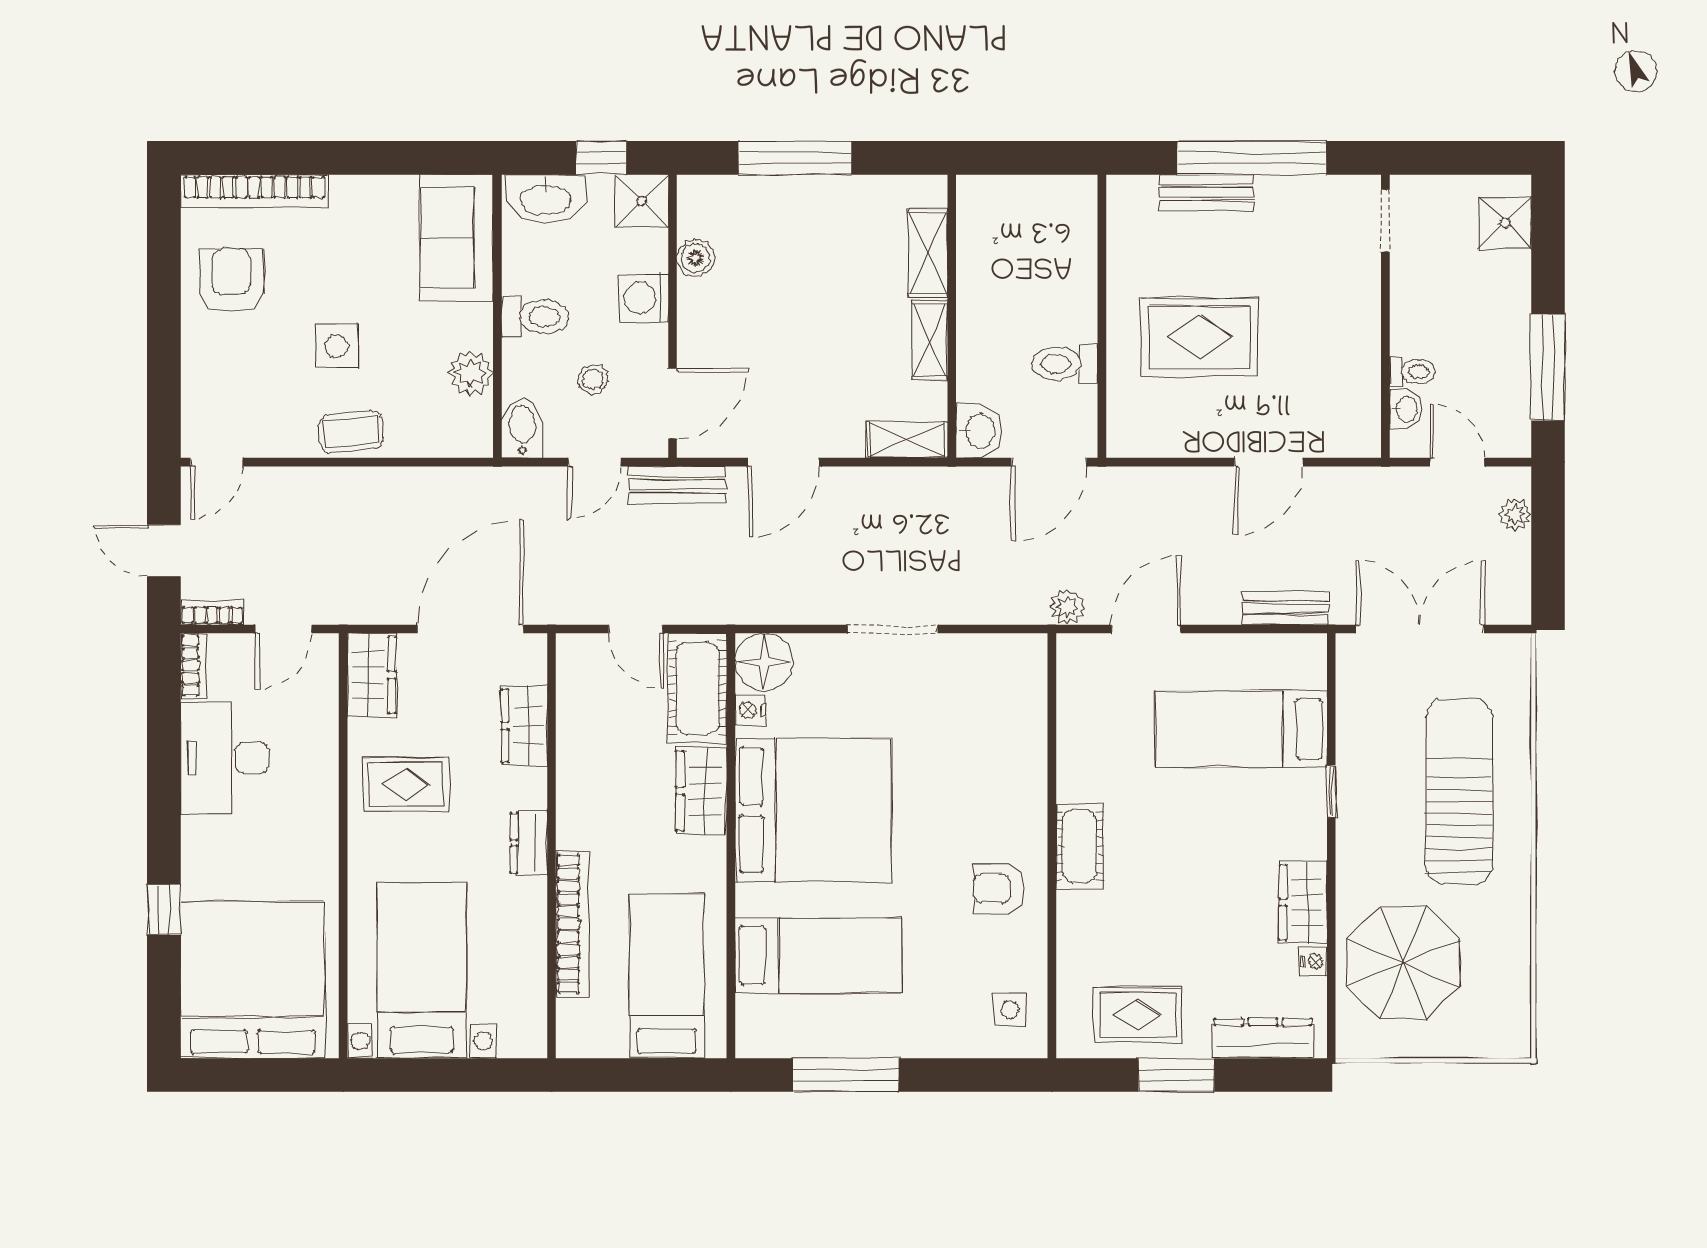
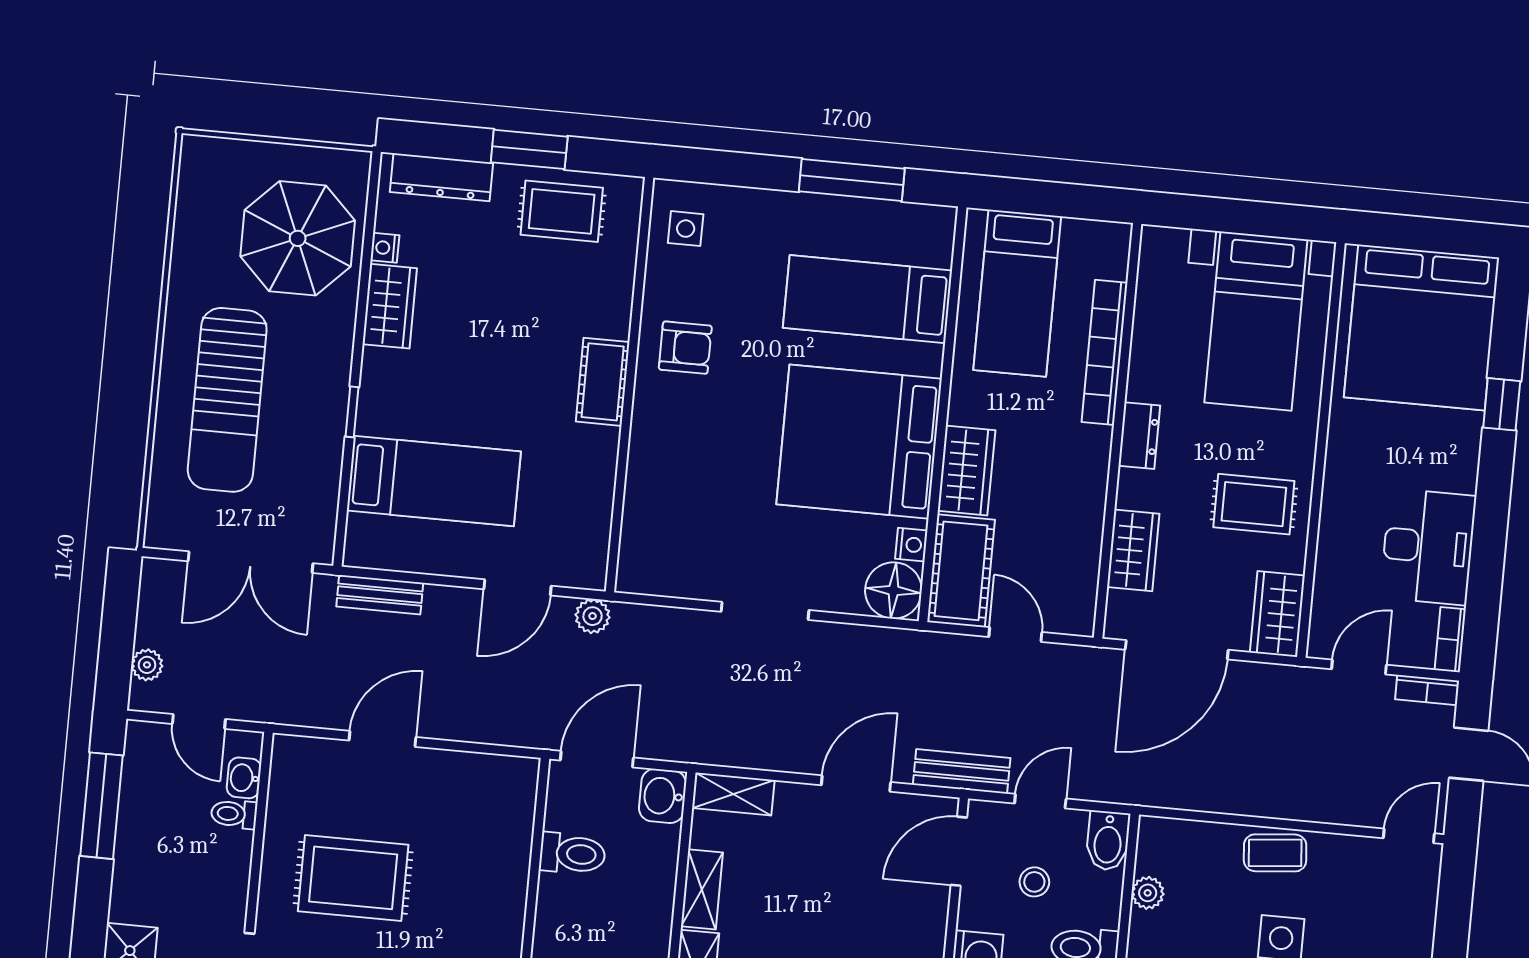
rug: (1200, 337) -> (353, 878), moved
plant: (470, 373) -> (1148, 893), width x0.73, depth x0.73

